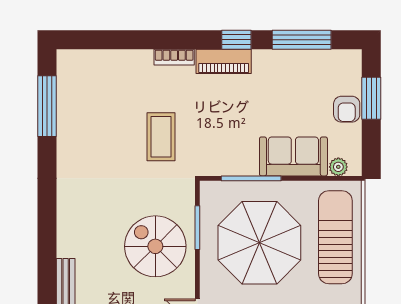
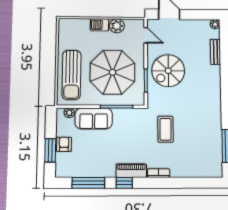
spiral stairs: (155, 246) -> (168, 71), turned 90

